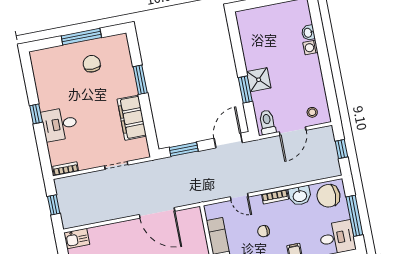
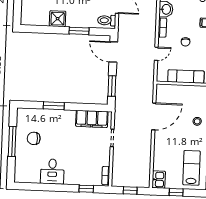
shower: (259, 80) -> (58, 19), moved
window: (36, 114) -> (86, 189), moved
filing cabinet: (132, 118) -> (92, 119), moved
desk: (60, 124) -> (52, 171), moved

